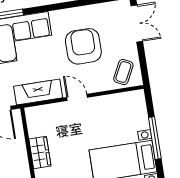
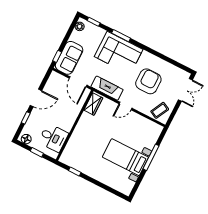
door: (77, 97) -> (125, 106), swing flipped
wardrobe: (40, 152) -> (93, 104), moved

